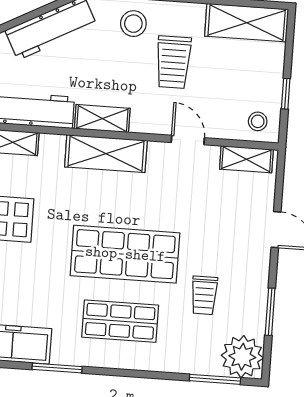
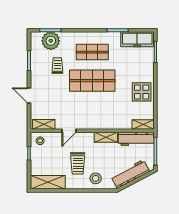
trolley: (173, 62) -> (78, 163), turned 180
door: (188, 140) -> (69, 131), hinge flipped
shelving: (106, 154) -> (103, 123), removed
plant: (242, 357) -> (51, 41), moved

